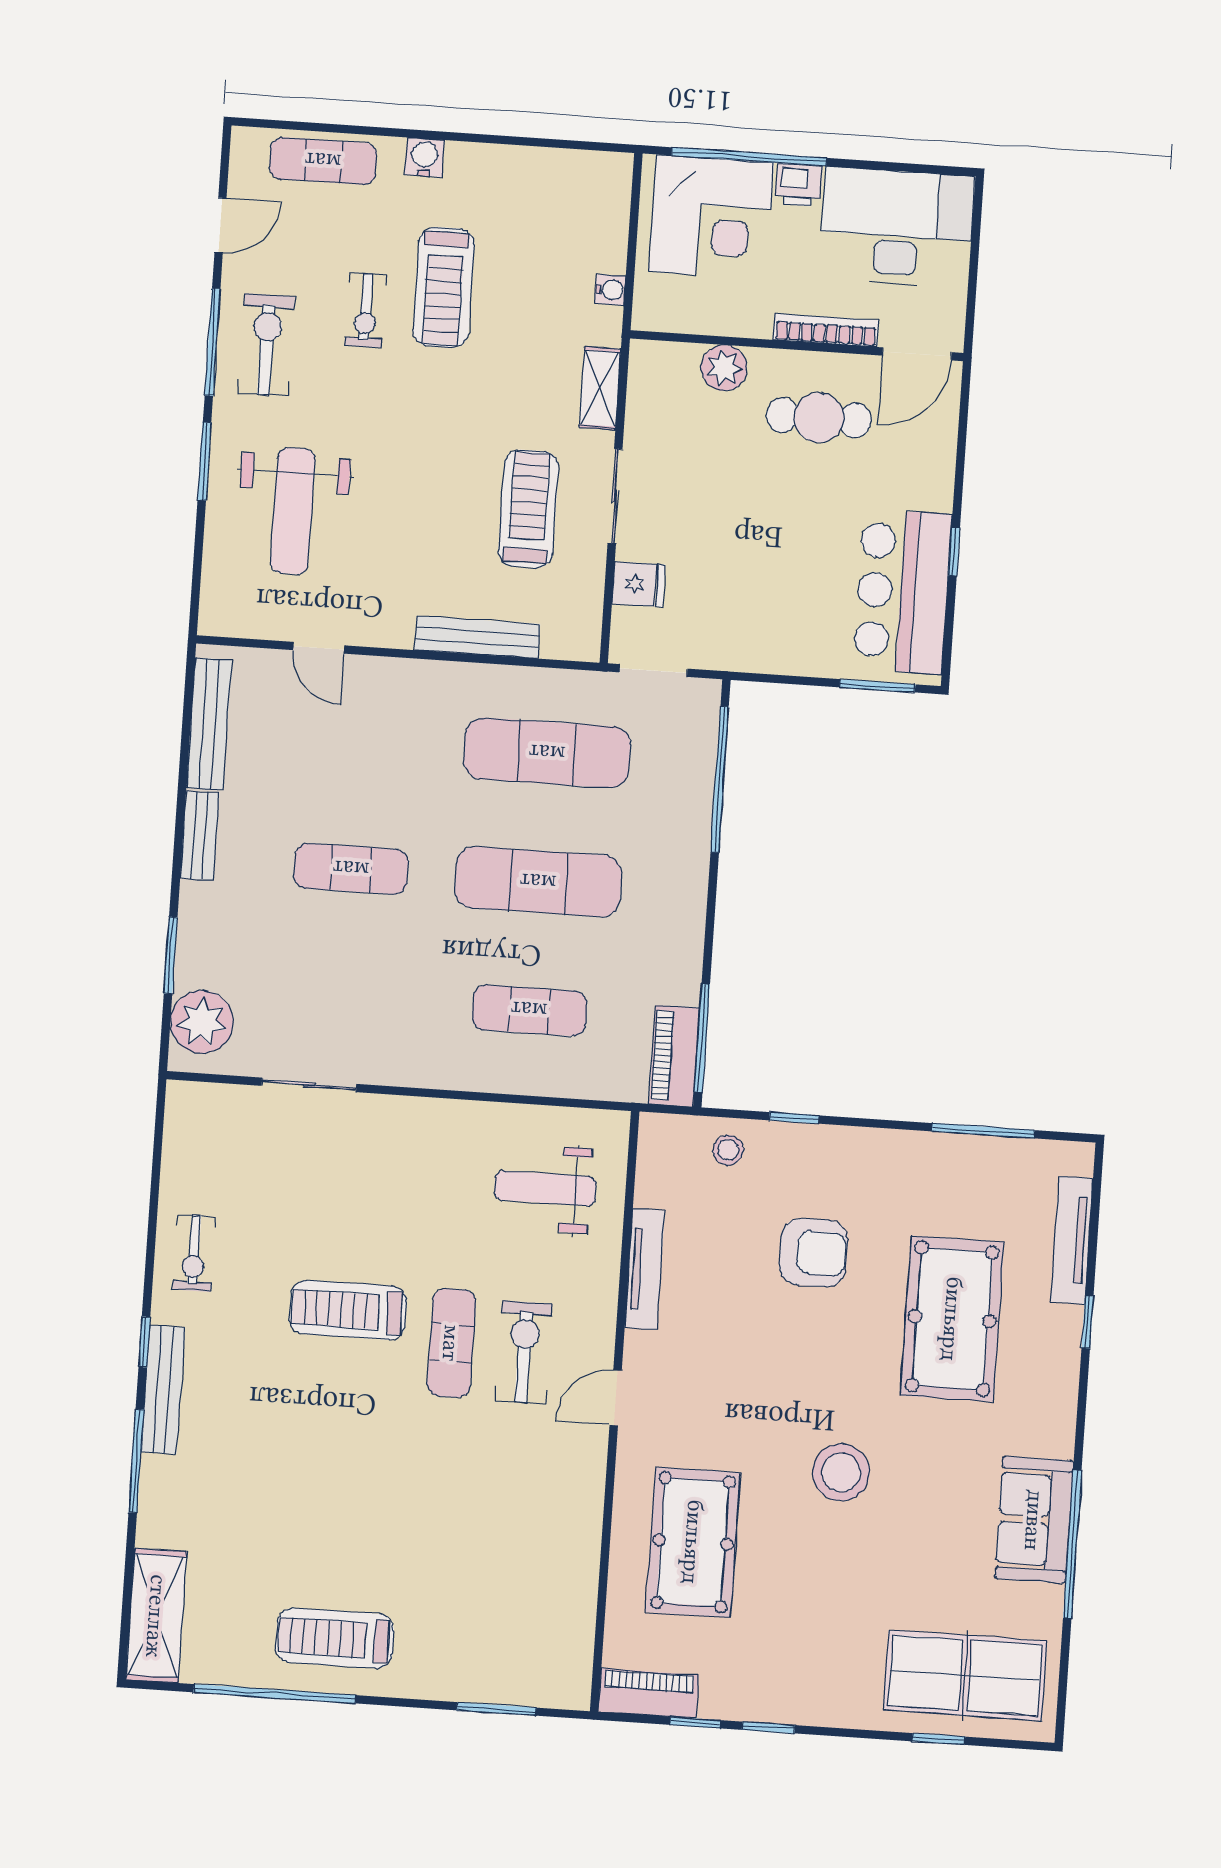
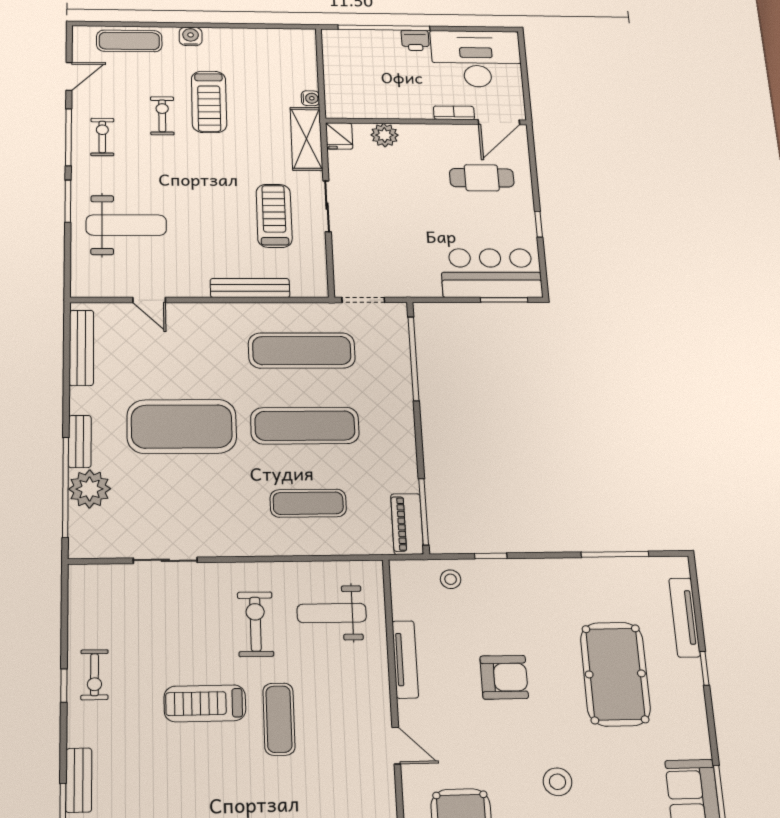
corner desk: (711, 217) -> (366, 59), removed
exercise bike: (366, 310) -> (162, 116), turned 180
bookcase: (826, 330) -> (454, 113), width x0.64
exercise bike: (267, 345) -> (102, 137), width x0.73, depth x0.72
shelving: (600, 388) -> (306, 139), width x1.50, depth x1.33
cafe table: (819, 418) -> (482, 178), moved
weight bench: (293, 511) -> (126, 225), turned -90
fridge: (639, 584) -> (339, 136), moved, turned 90
bar counter: (903, 591) -> (491, 273), moved, turned 90
bench: (200, 836) -> (80, 441), moved
exercise mat: (351, 869) -> (182, 426), width x2.00, depth x1.45
window: (171, 955) -> (66, 487), width x2.11
plant: (202, 1022) -> (90, 489), moved
armchair: (813, 1253) -> (504, 677), moved
window: (144, 1342) -> (64, 686), moved
exercise bike: (524, 1352) -> (255, 624), moved
bench: (163, 1390) -> (79, 780), width x0.73
door: (616, 1398) -> (396, 746), swing flipped
stool: (841, 1473) -> (557, 782), width x0.73, depth x0.73

